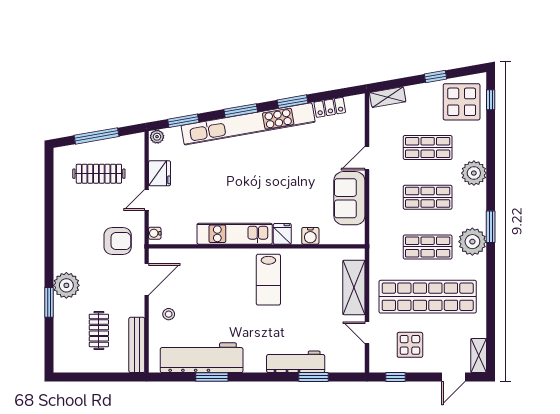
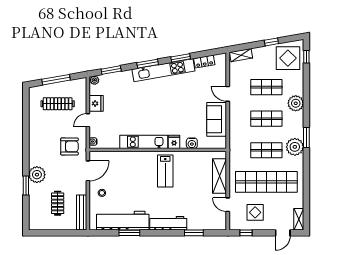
kitchen unit: (248, 124) -> (163, 70), width x0.73
door: (367, 158) -> (228, 94), hinge flipped
workbench: (296, 362) -> (168, 223), moved

